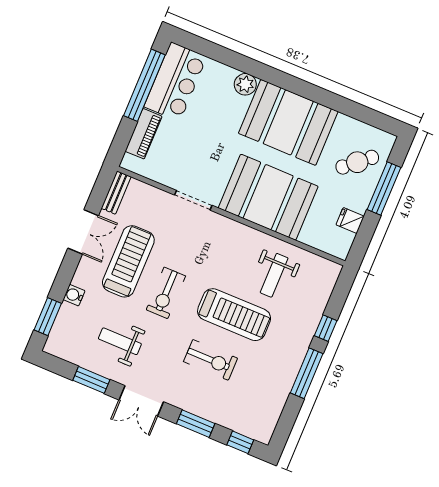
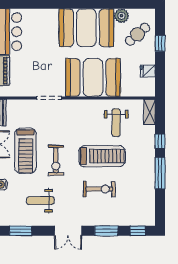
plant: (245, 84) -> (121, 16), moved
window: (384, 189) -> (160, 43), width x0.46
treadmill: (128, 261) -> (26, 151), turned 180
shelving: (328, 280) -> (150, 112), added
window: (91, 380) -> (21, 231), moved

